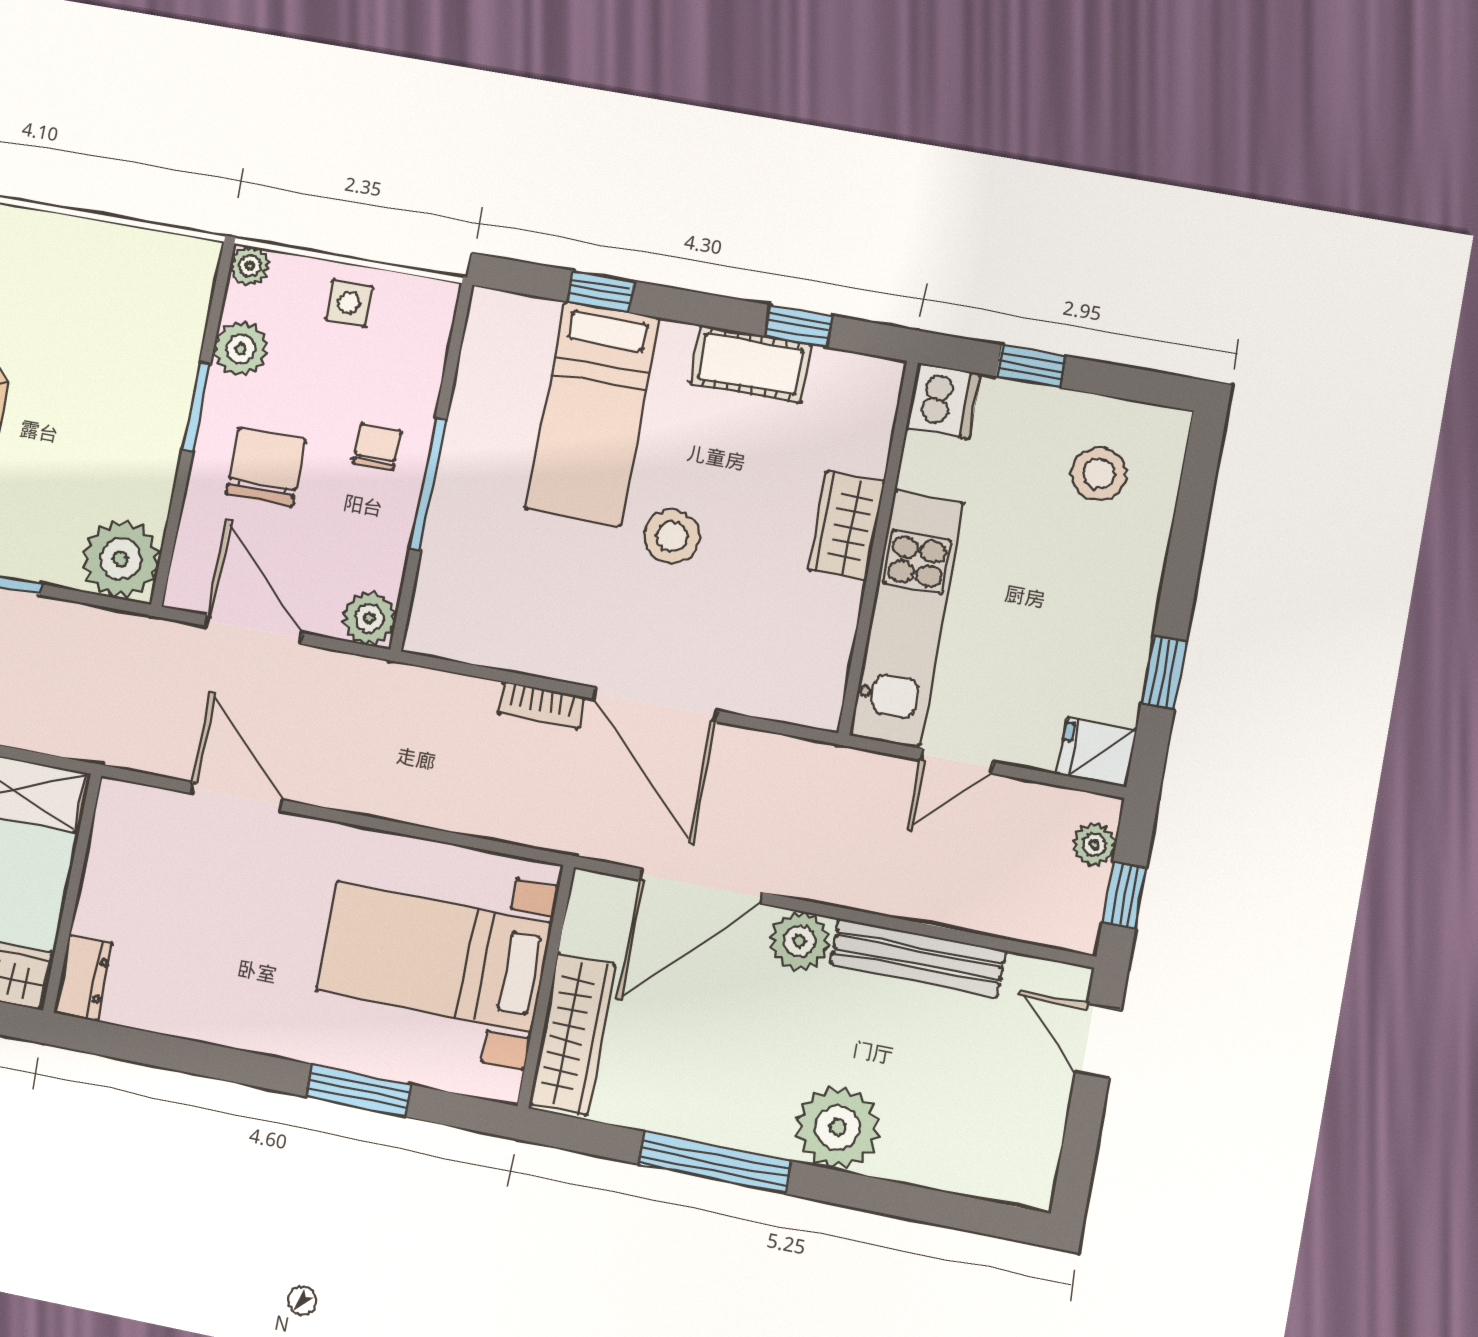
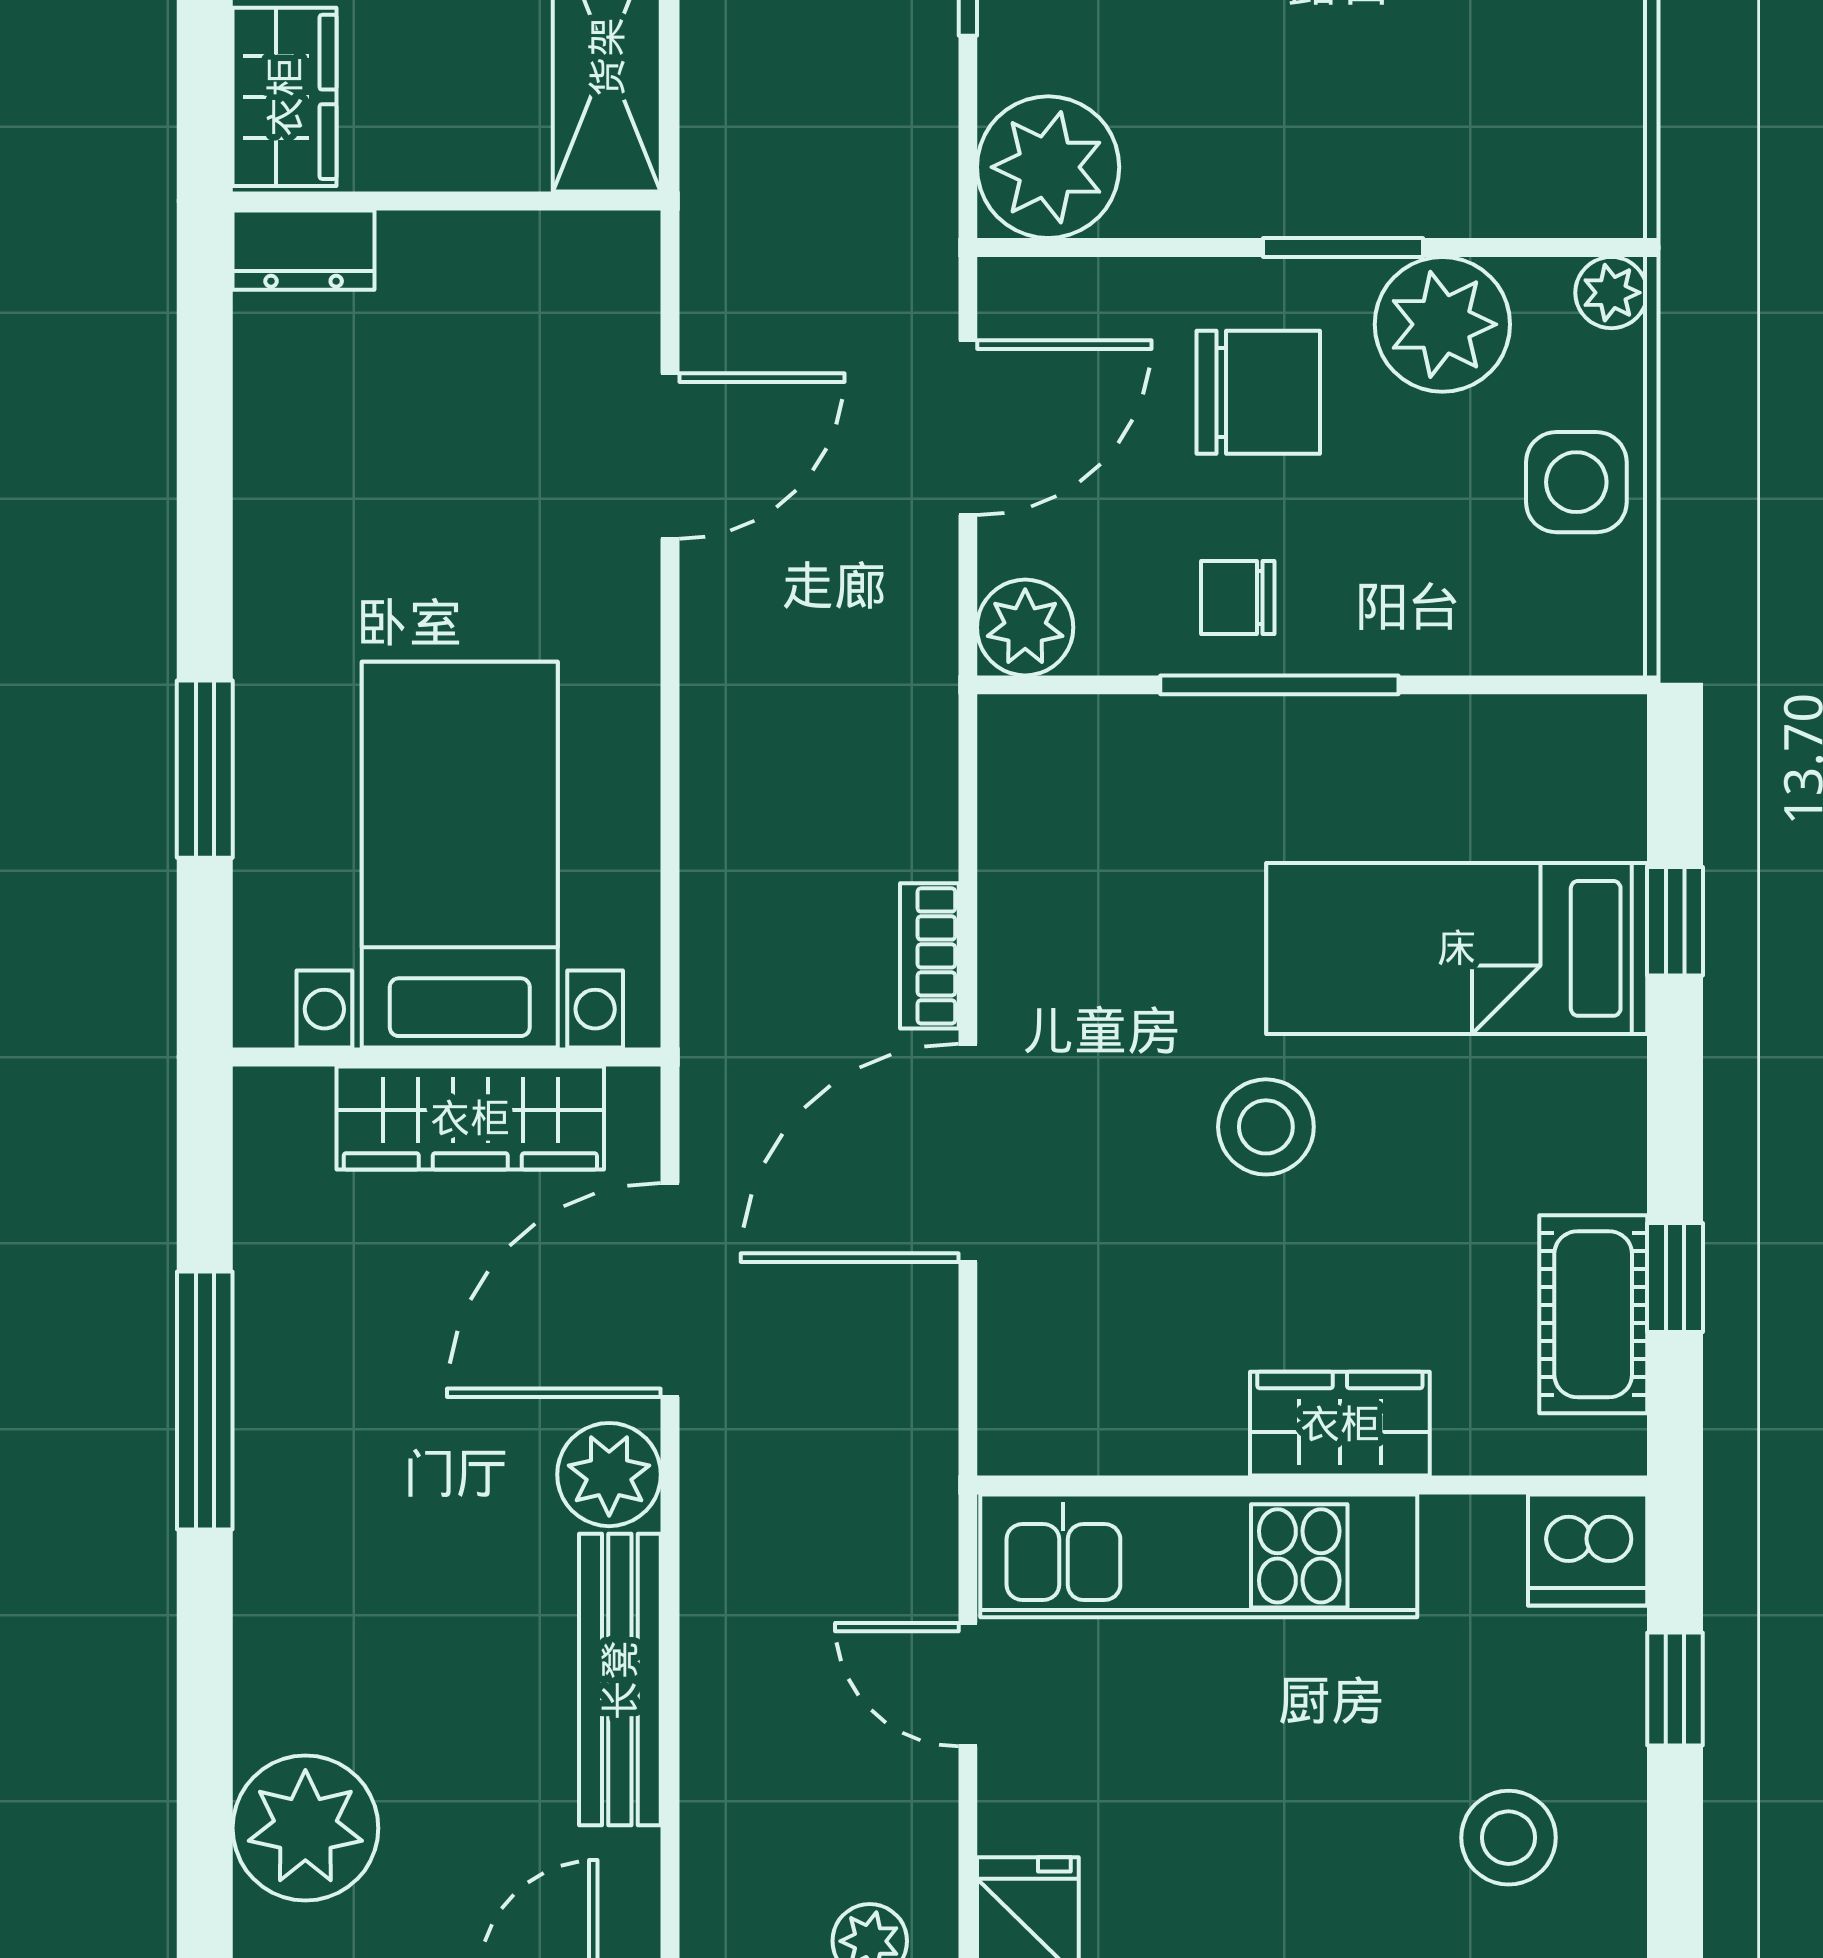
side table: (349, 303) -> (1576, 482), width x1.37, depth x1.37
plant: (241, 349) -> (1442, 324), width x1.36, depth x1.36
cot: (751, 364) -> (1593, 1314), moved
chair: (377, 447) -> (1238, 597), moved, turned 180
door: (701, 886) -> (670, 1290), hinge flipped
wardrobe: (572, 1034) -> (470, 1118), moved
plant: (838, 1128) -> (305, 1828), moved

